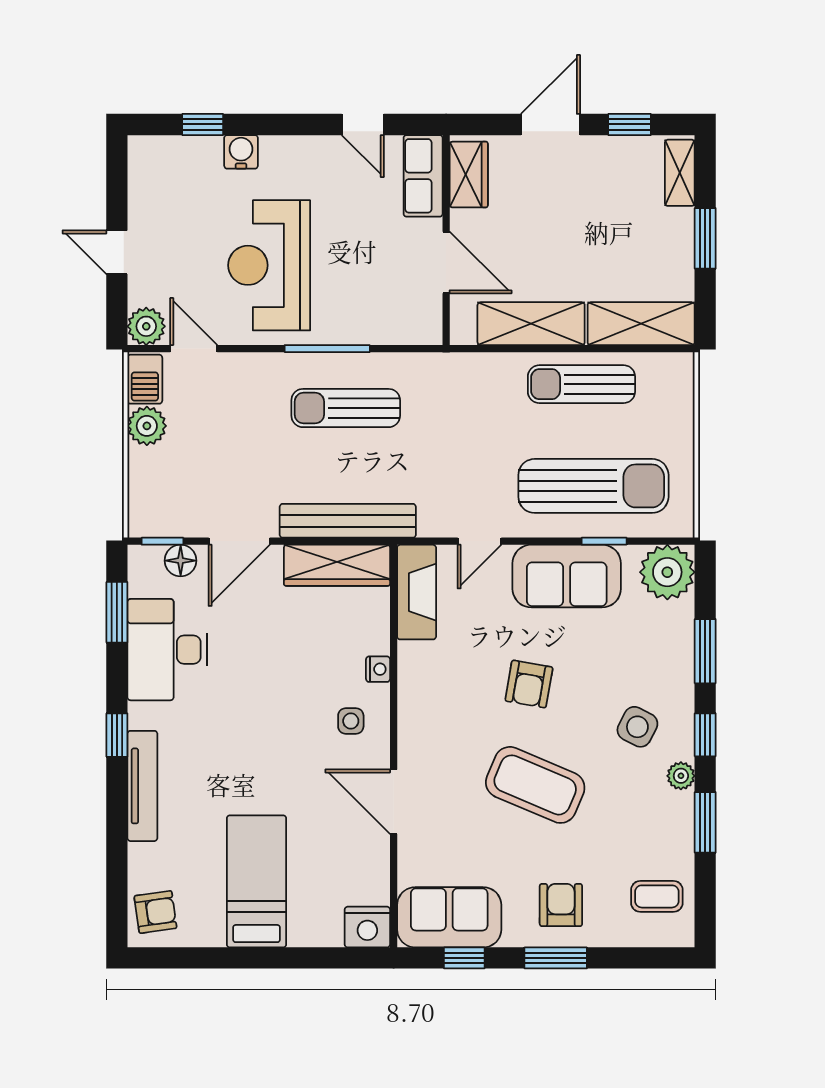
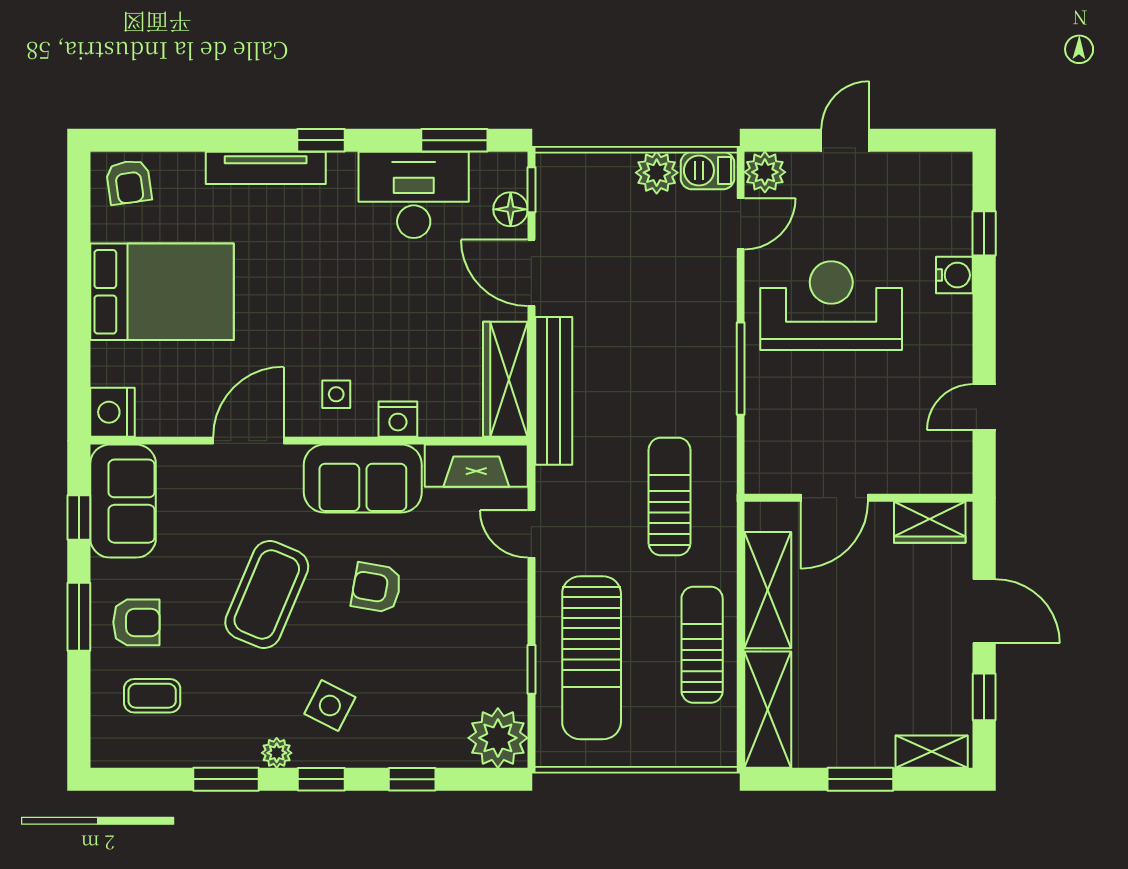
row of seats: (423, 176) -> (928, 473), removed
sun lounger: (346, 408) -> (670, 497), moved
sofa: (567, 576) -> (363, 479), moved, turned -90
window: (705, 651) -> (412, 779), width x0.67
nightstand: (378, 669) -> (398, 419), width x1.39, depth x1.35
bed: (257, 881) -> (162, 292), width x1.50
coffee table: (657, 896) -> (152, 696), moved, turned 90

